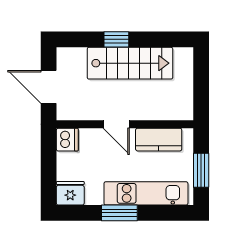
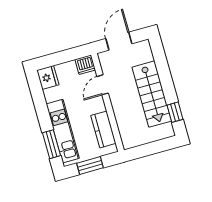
window: (116, 39) -> (175, 112), moved
door: (116, 124) -> (103, 85), moved
window: (119, 213) -> (51, 144), moved

